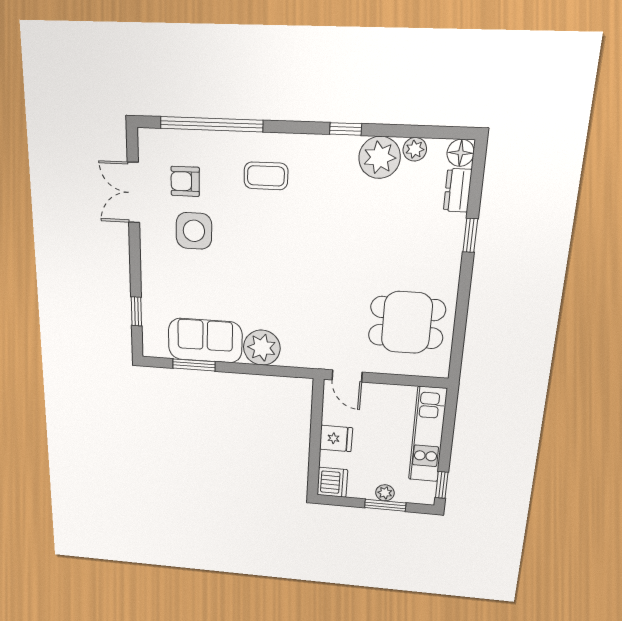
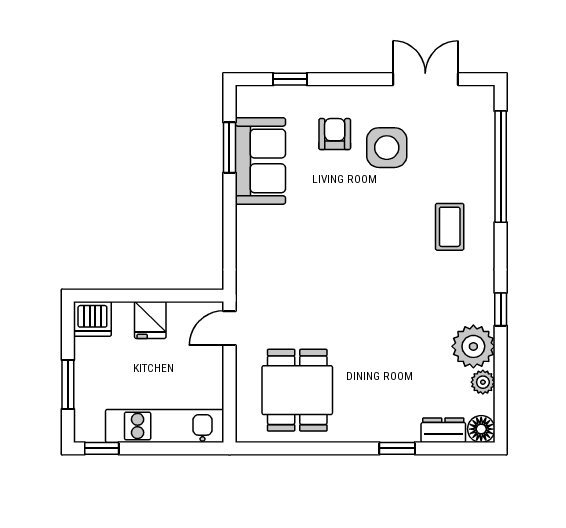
armchair: (185, 181) -> (335, 134), moved
plant: (262, 348) -> (256, 228), removed
plant: (385, 493) -> (85, 383), removed

